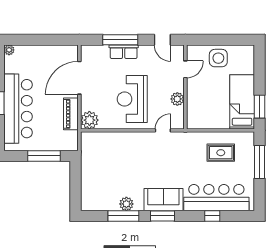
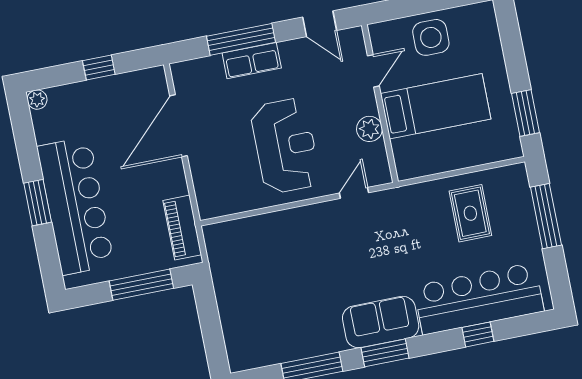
window: (44, 40) -> (99, 67), added
reception desk: (132, 99) -> (285, 146), turned 180
bed: (242, 102) -> (436, 106), moved, turned 90
piano: (71, 114) -> (182, 228), moved
plant: (89, 120) -> (213, 201), removed
rug: (221, 153) -> (470, 213), turned 90
plant: (126, 204) -> (313, 344), removed

